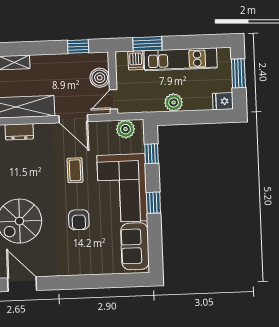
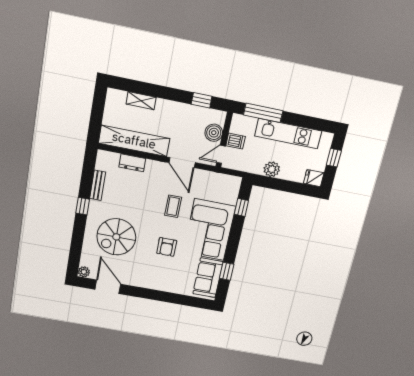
window: (147, 44) -> (263, 113), width x1.44
dishwasher: (136, 60) -> (236, 141), moved, turned -90
window: (238, 73) -> (334, 158), width x0.67
plant: (125, 129) -> (225, 182), removed
window: (153, 203) -> (227, 271), moved

